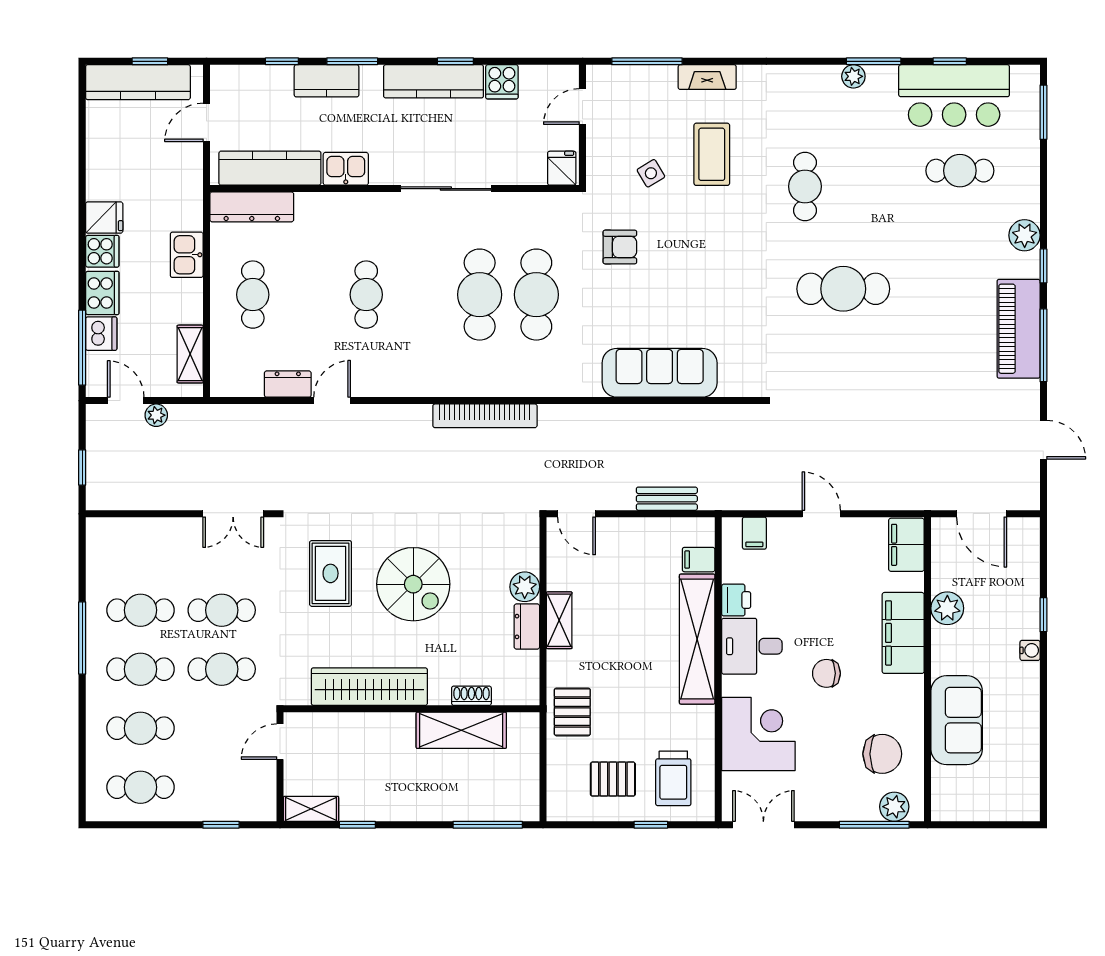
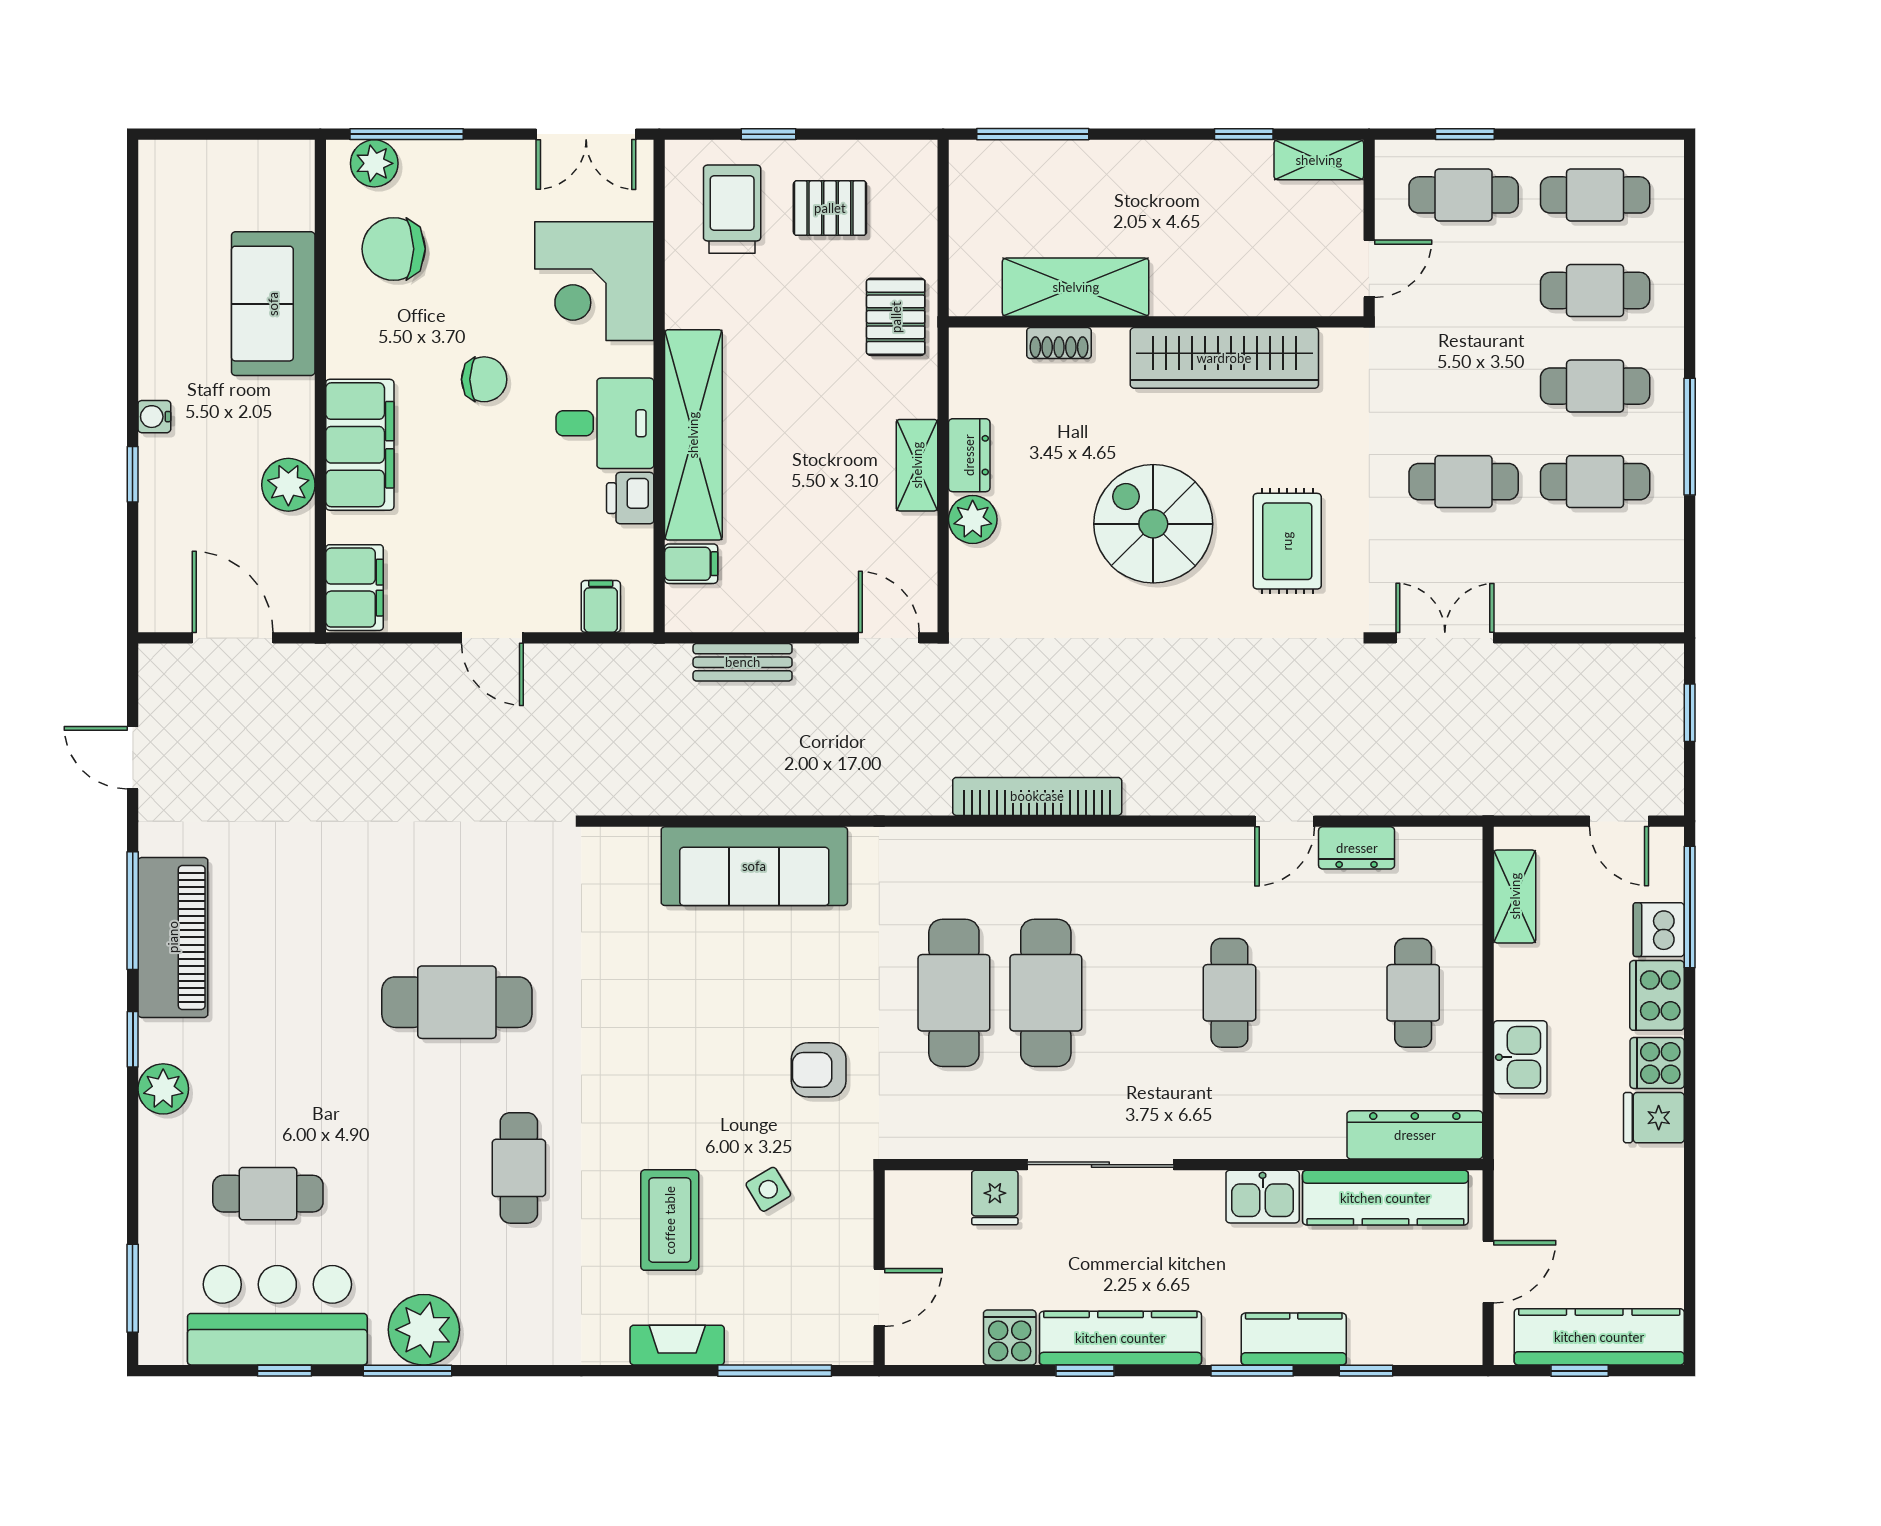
plant: (853, 76) -> (424, 1330), width x1.87, depth x1.87
fridge: (562, 168) -> (995, 1198), moved
plant: (156, 415) -> (1570, 797), removed
cafe table: (222, 669) -> (1464, 195), moved

